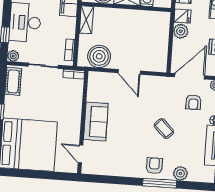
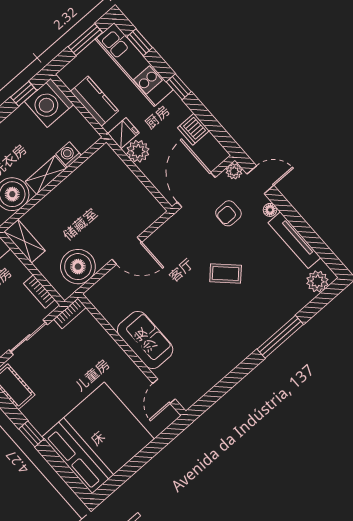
armchair: (193, 102) -> (228, 213), turned 90
door: (81, 154) -> (164, 391), hinge flipped
armchair: (154, 166) -> (256, 324), removed
plant: (180, 173) -> (317, 281), moved

